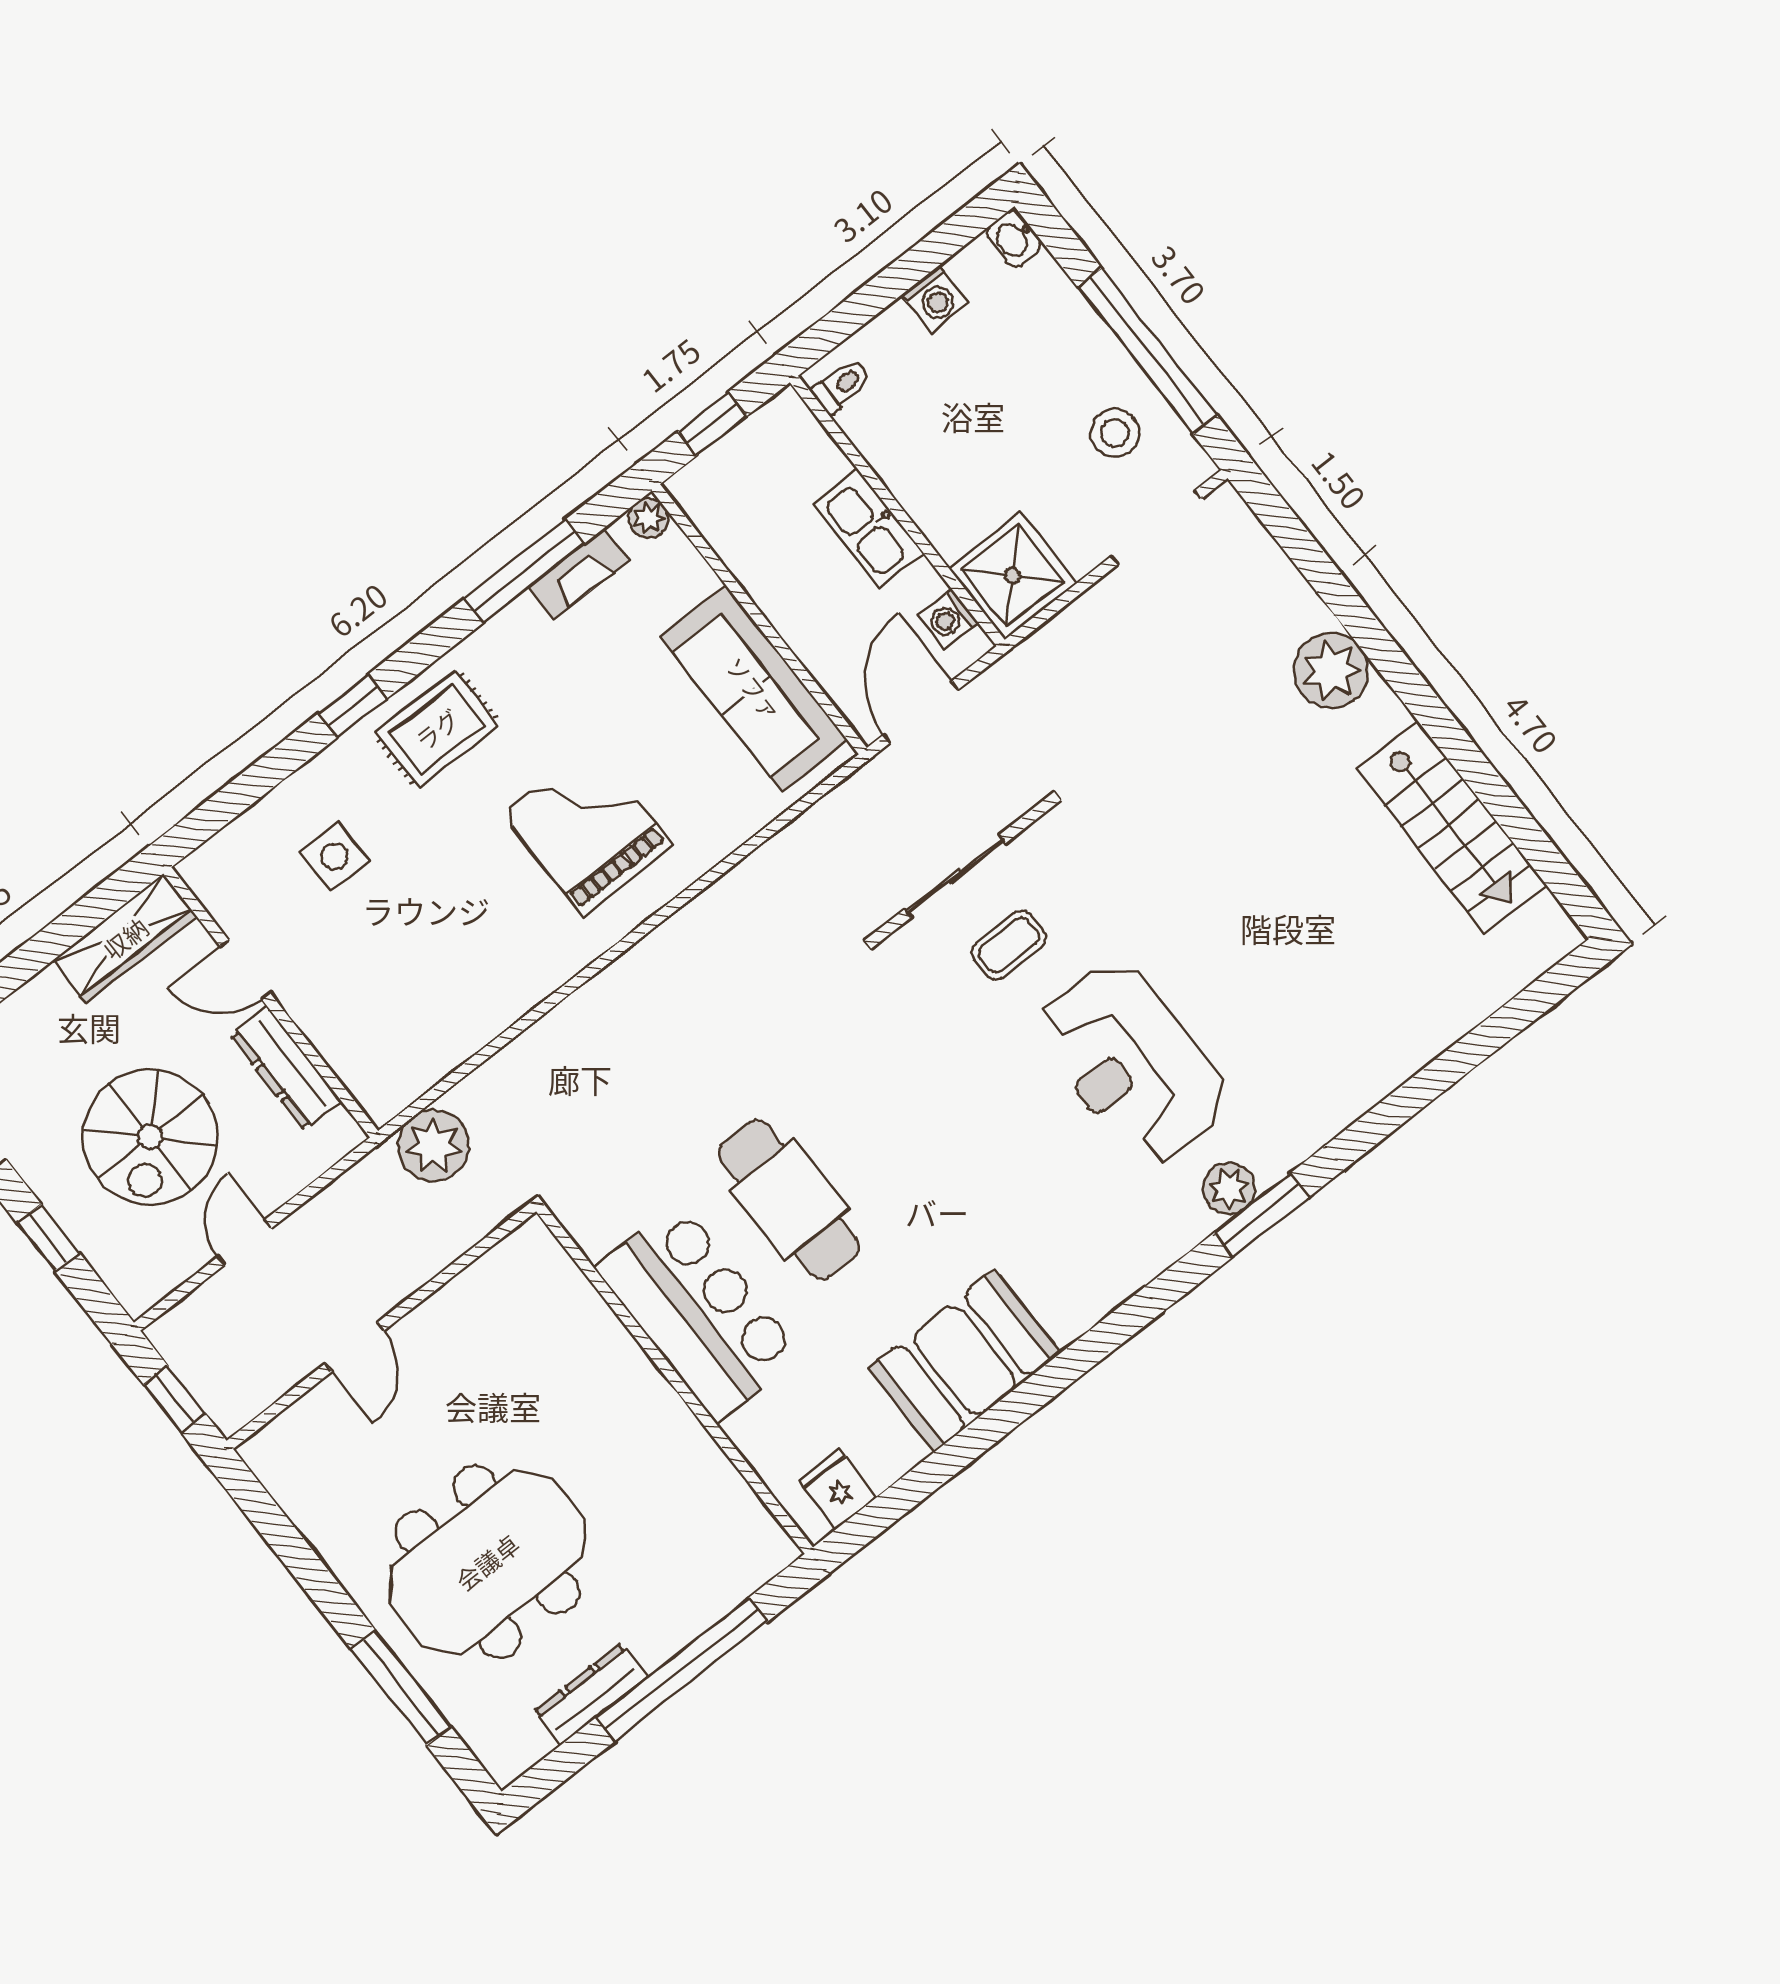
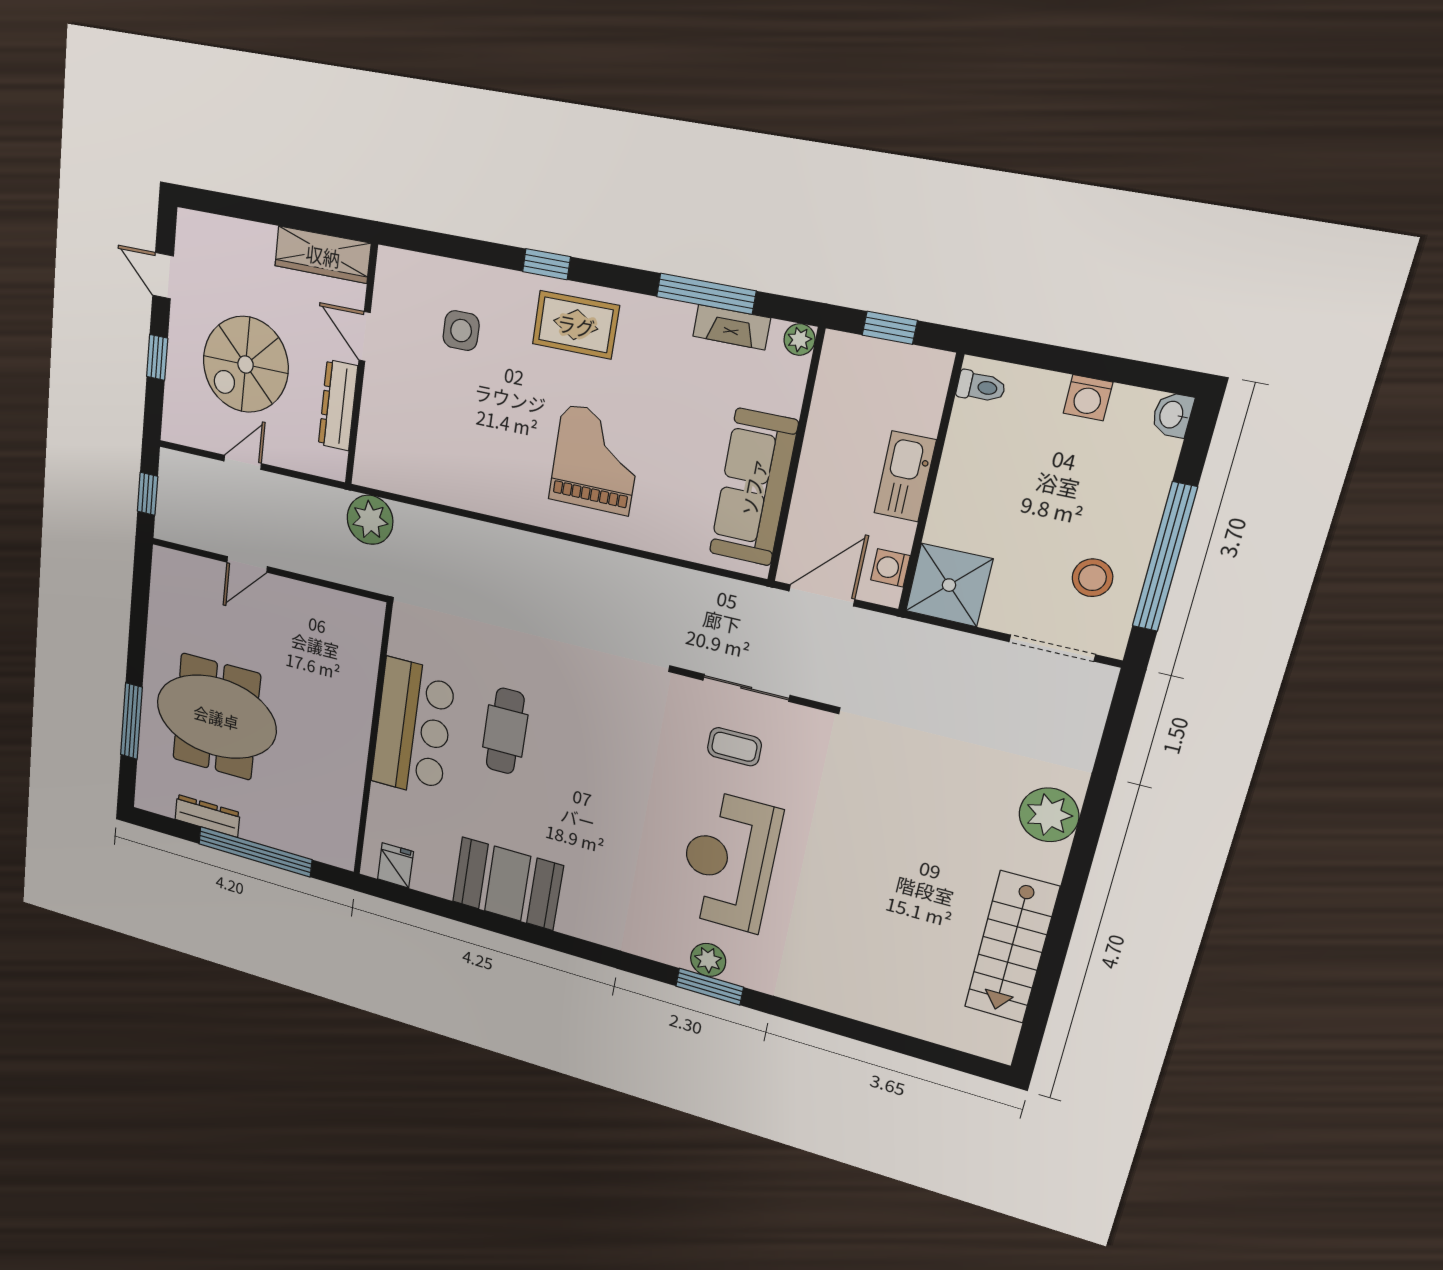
cafe table: (789, 1199) -> (505, 731), width x0.73, depth x0.74

